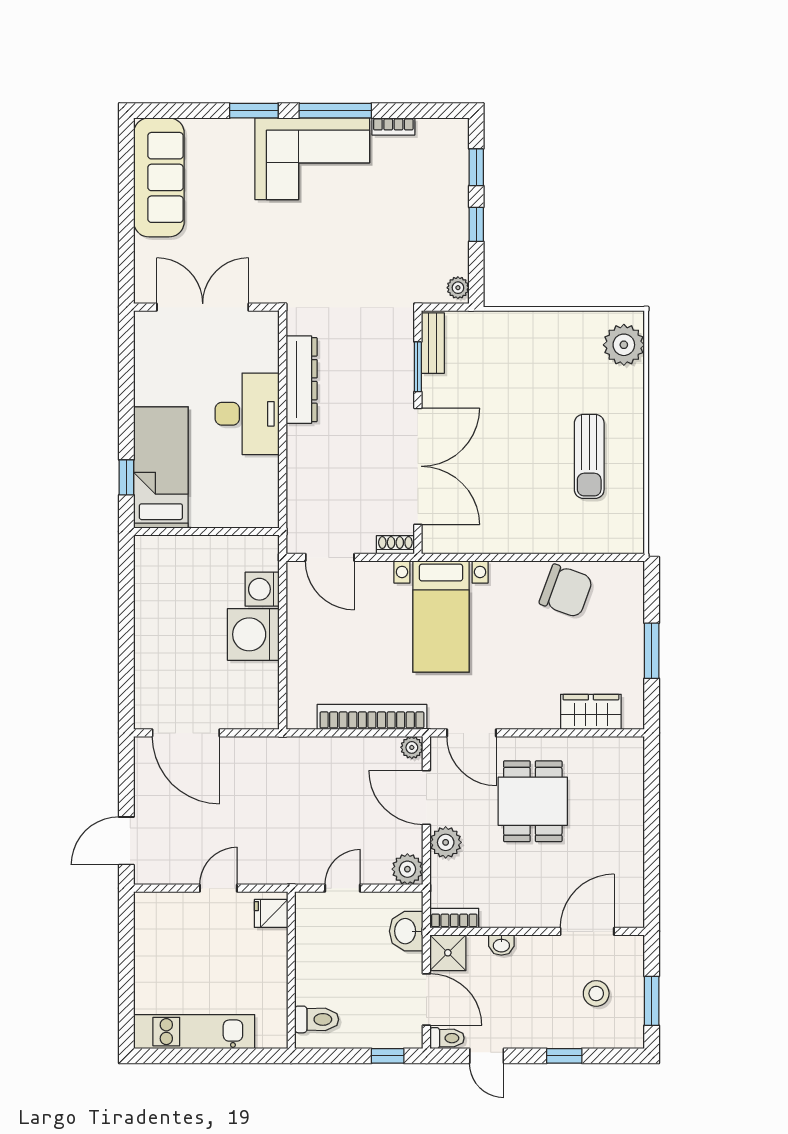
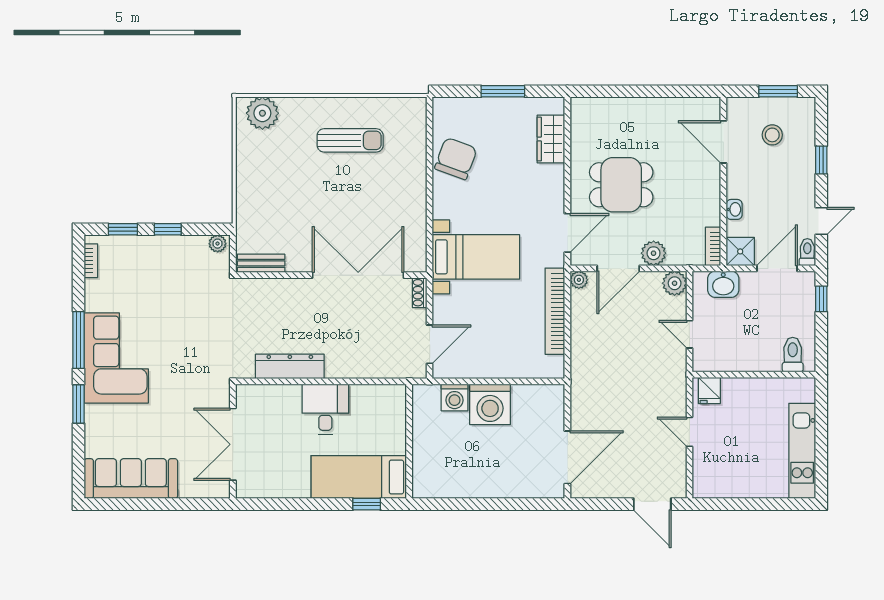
bookcase: (393, 126) -> (91, 261), moved
window: (418, 367) -> (280, 275), removed
desk: (247, 414) -> (325, 409), width x0.73

